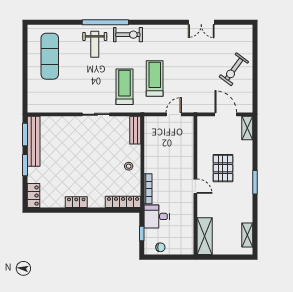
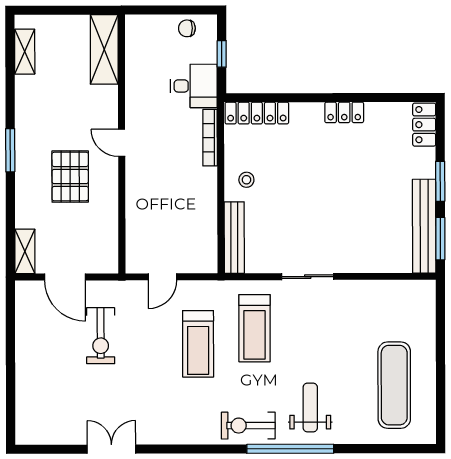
exercise bike: (234, 69) -> (101, 336), moved, turned 144
bench: (135, 130) -> (234, 238), width x1.36

